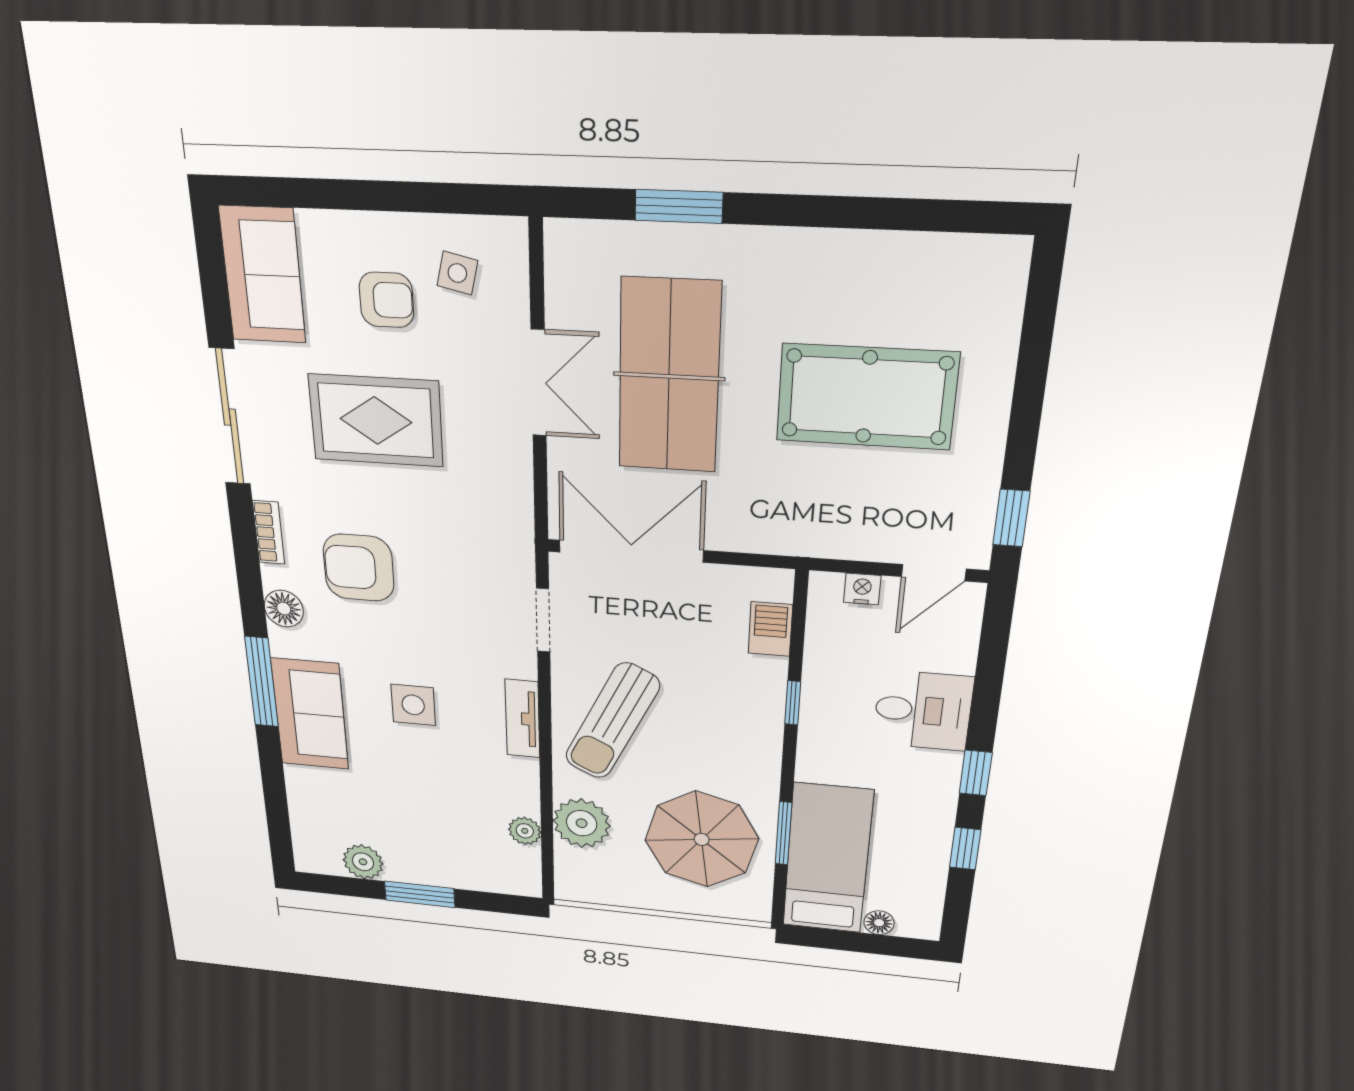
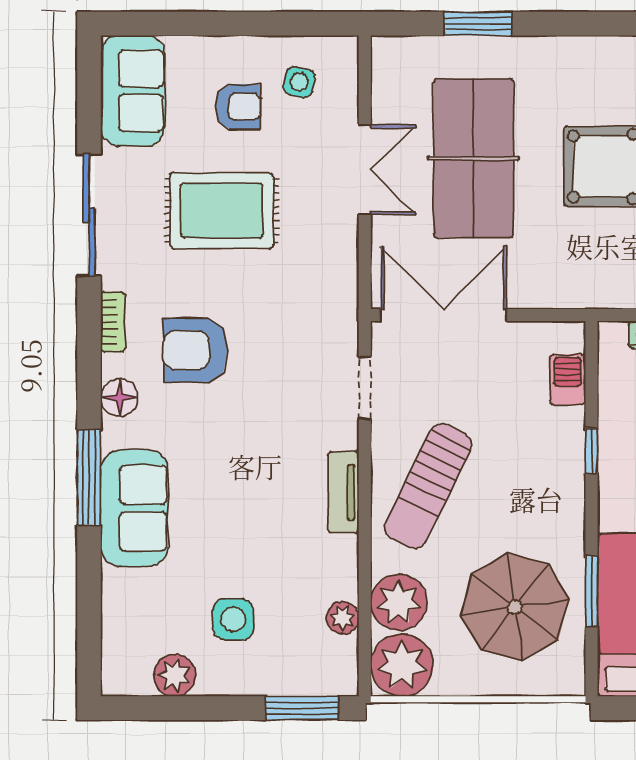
side table: (413, 705) -> (233, 619), moved
plant: (585, 877) -> (402, 665), added
window: (420, 894) -> (302, 708), moved

